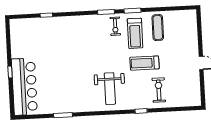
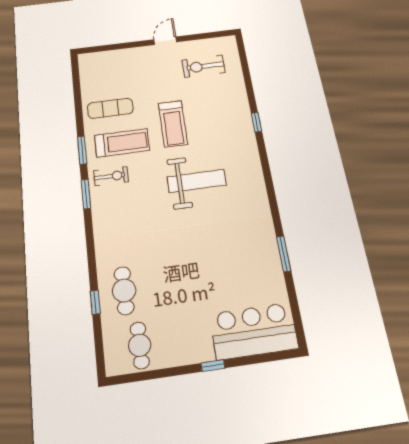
cafe table: (51, 30) -> (124, 291), added
cafe table: (23, 37) -> (140, 345), added
bar counter: (24, 87) -> (254, 331), width x0.73
weight bench: (110, 89) -> (197, 181), moved
exercise bike: (159, 90) -> (203, 66), moved

